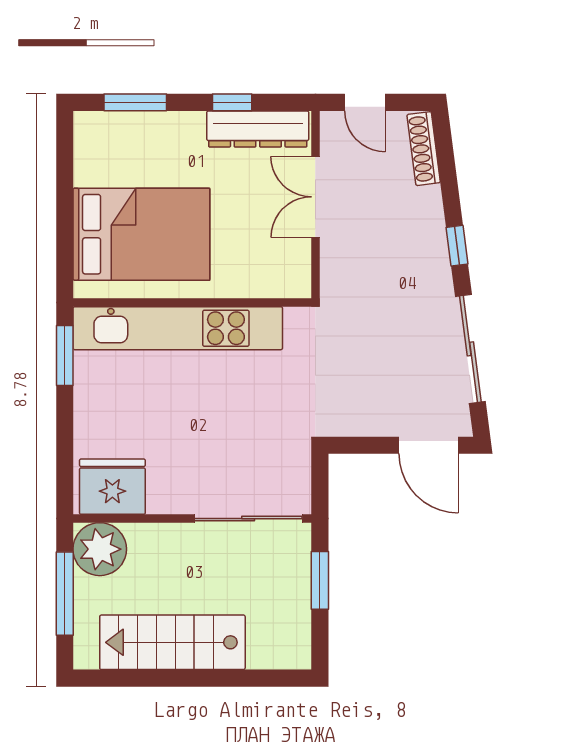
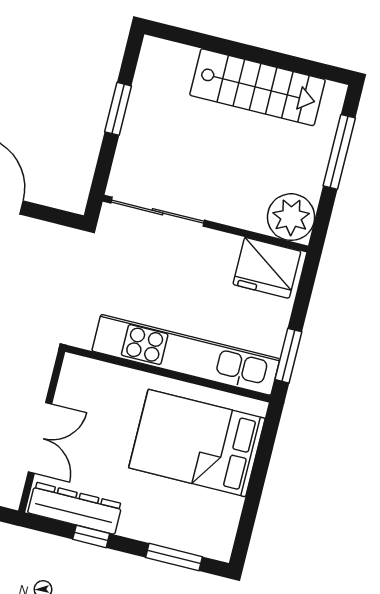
fridge: (112, 487) -> (267, 268), moved
wall: (192, 519) -> (205, 224), moved
sliding door: (248, 519) -> (158, 212), moved
plant: (100, 549) -> (291, 217), moved

